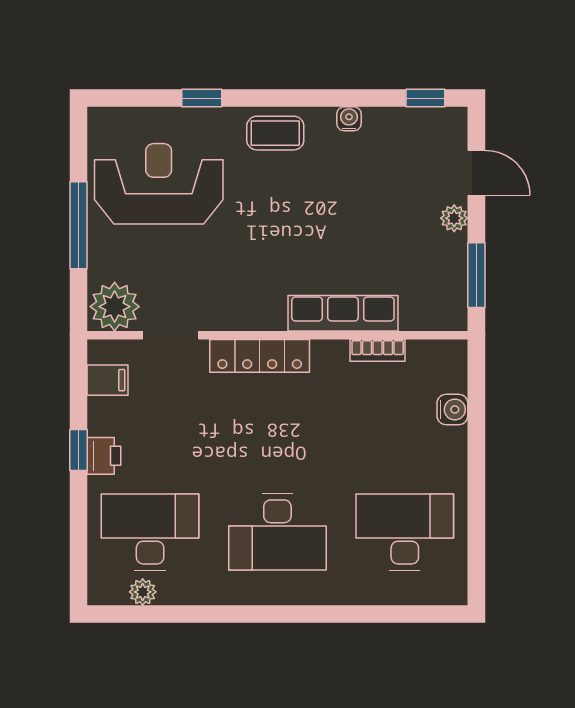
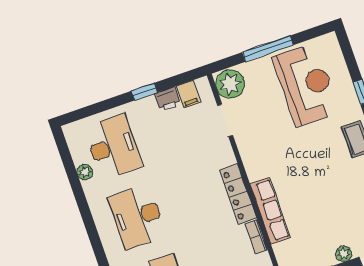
locker: (260, 356) -> (238, 194), moved
printer: (104, 456) -> (168, 99), moved
plant: (143, 592) -> (85, 172), moved

